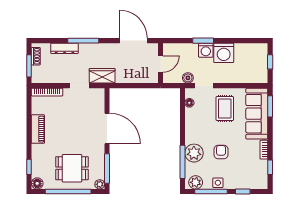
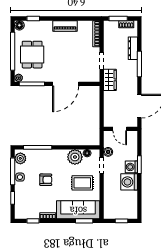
plant: (194, 153) -> (75, 157), moved

